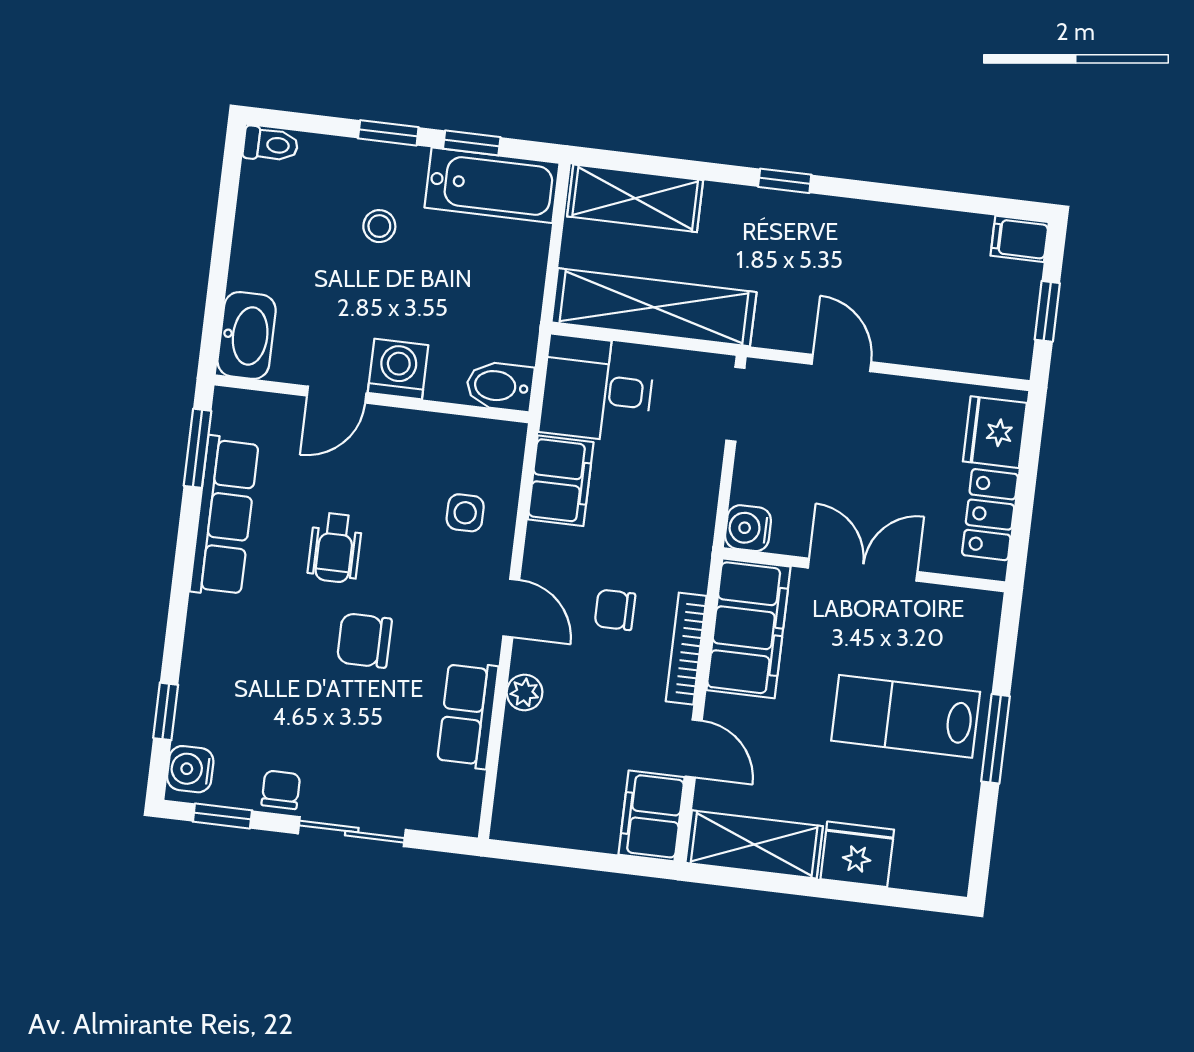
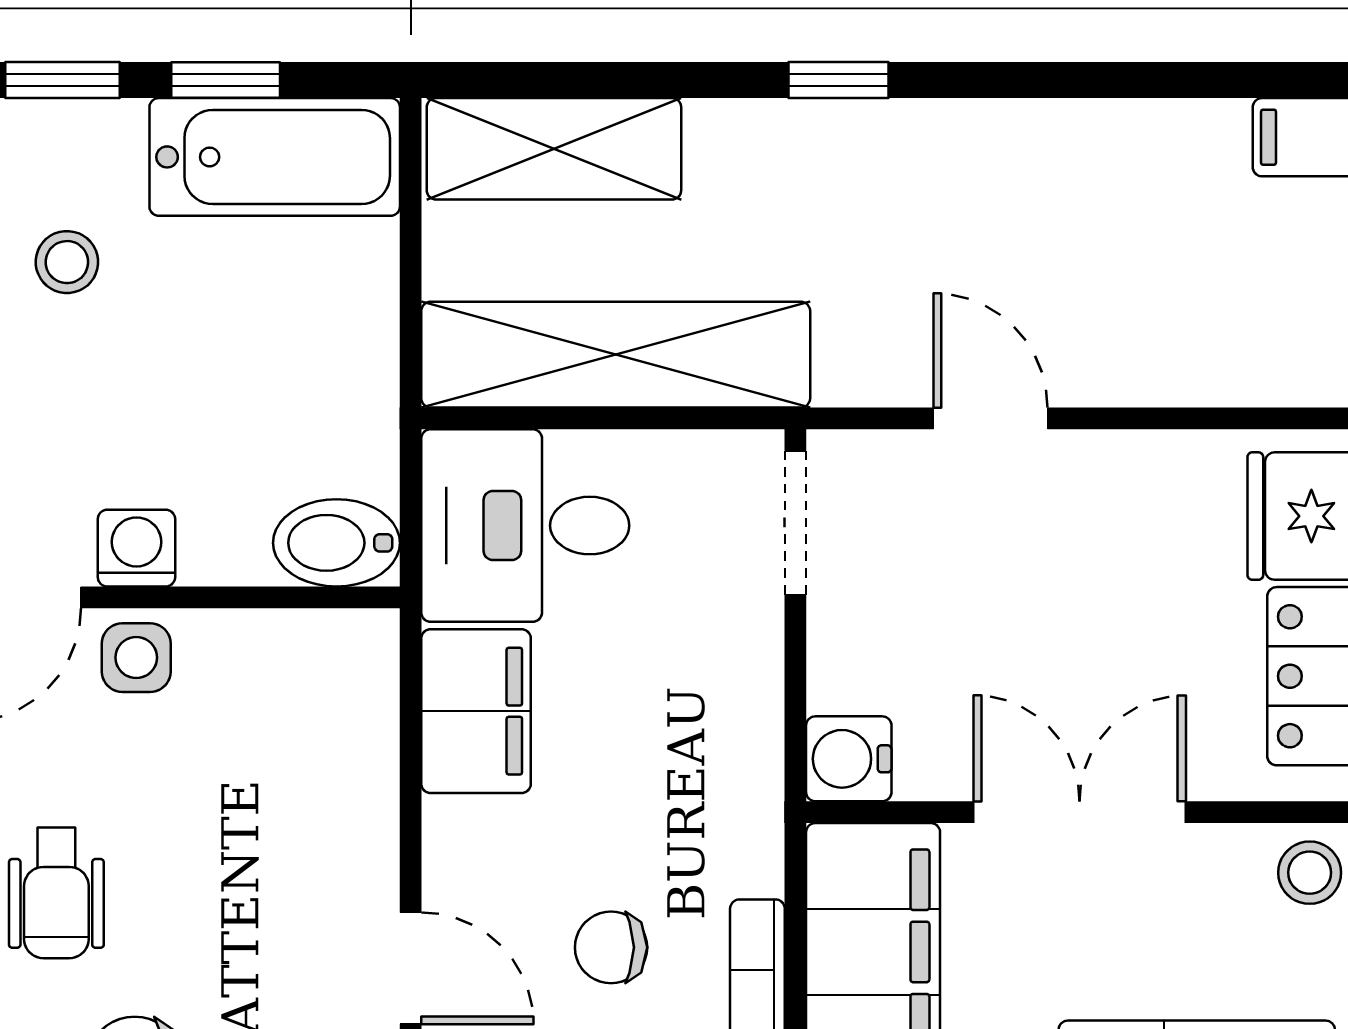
washing machine: (398, 369) -> (136, 548), width x0.73, depth x0.73
side table: (465, 513) -> (136, 658), moved
stool: (976, 615) -> (1310, 873), added

